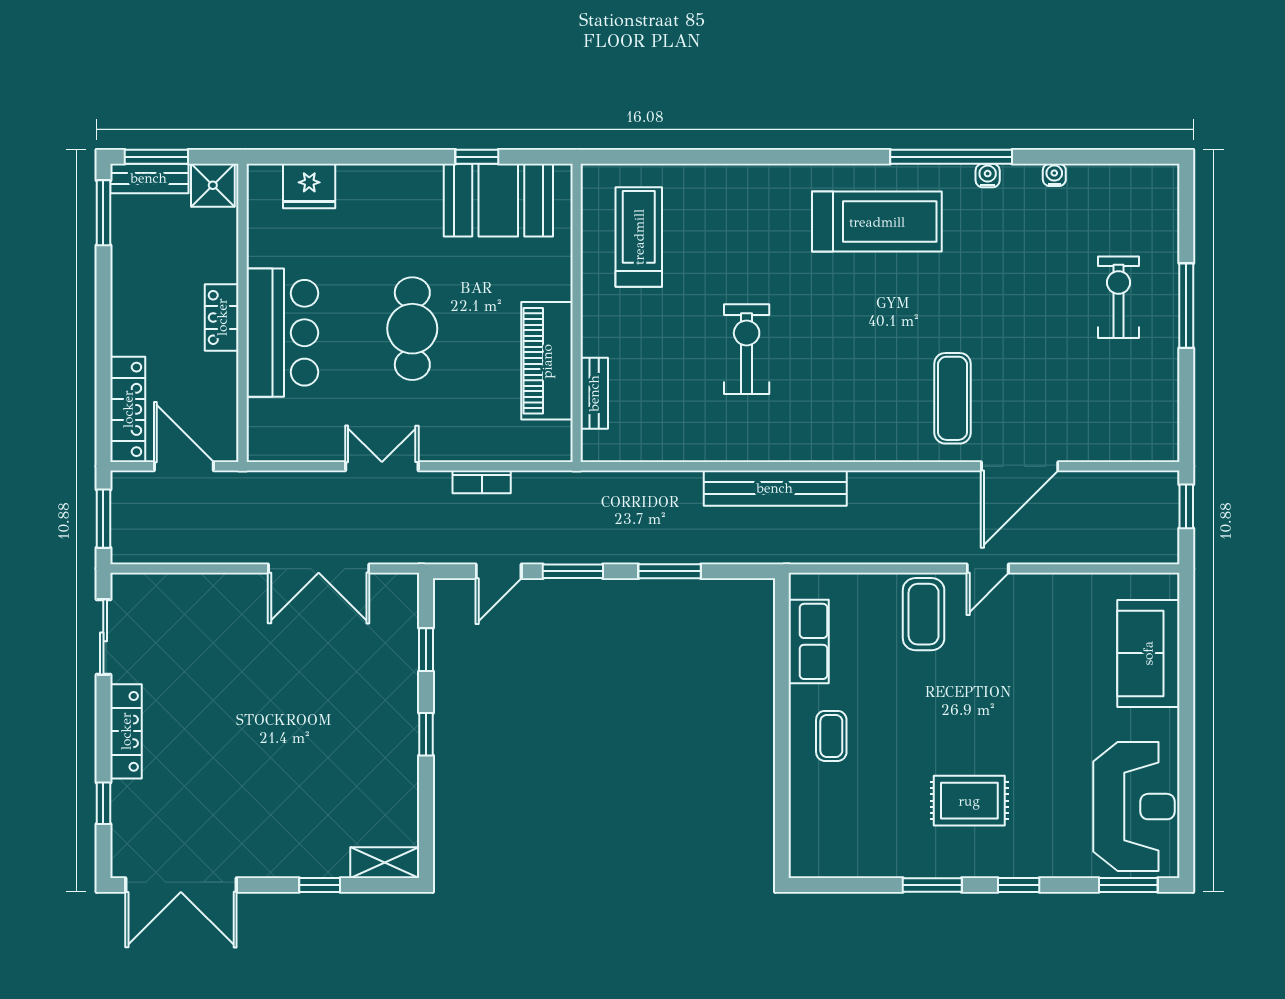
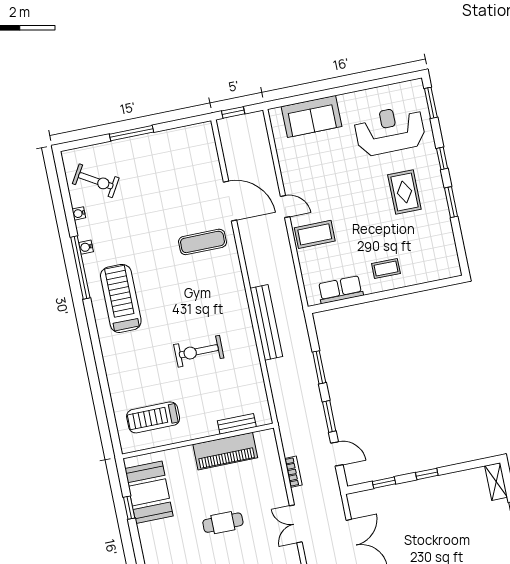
exercise bike: (1118, 297) -> (96, 181), moved, turned -149
cafe table: (412, 329) -> (223, 523), width x0.73, depth x0.74
reception desk: (1134, 807) -> (390, 131), moved

